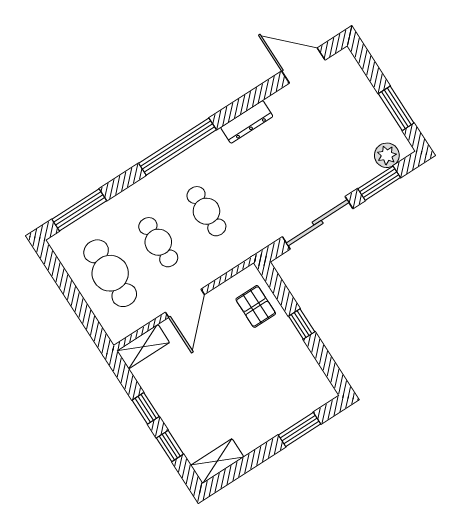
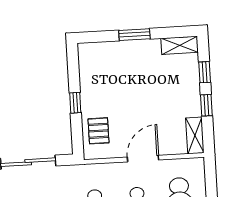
shelving: (143, 347) -> (195, 135), moved, turned 90
window: (300, 429) -> (134, 35), moved

